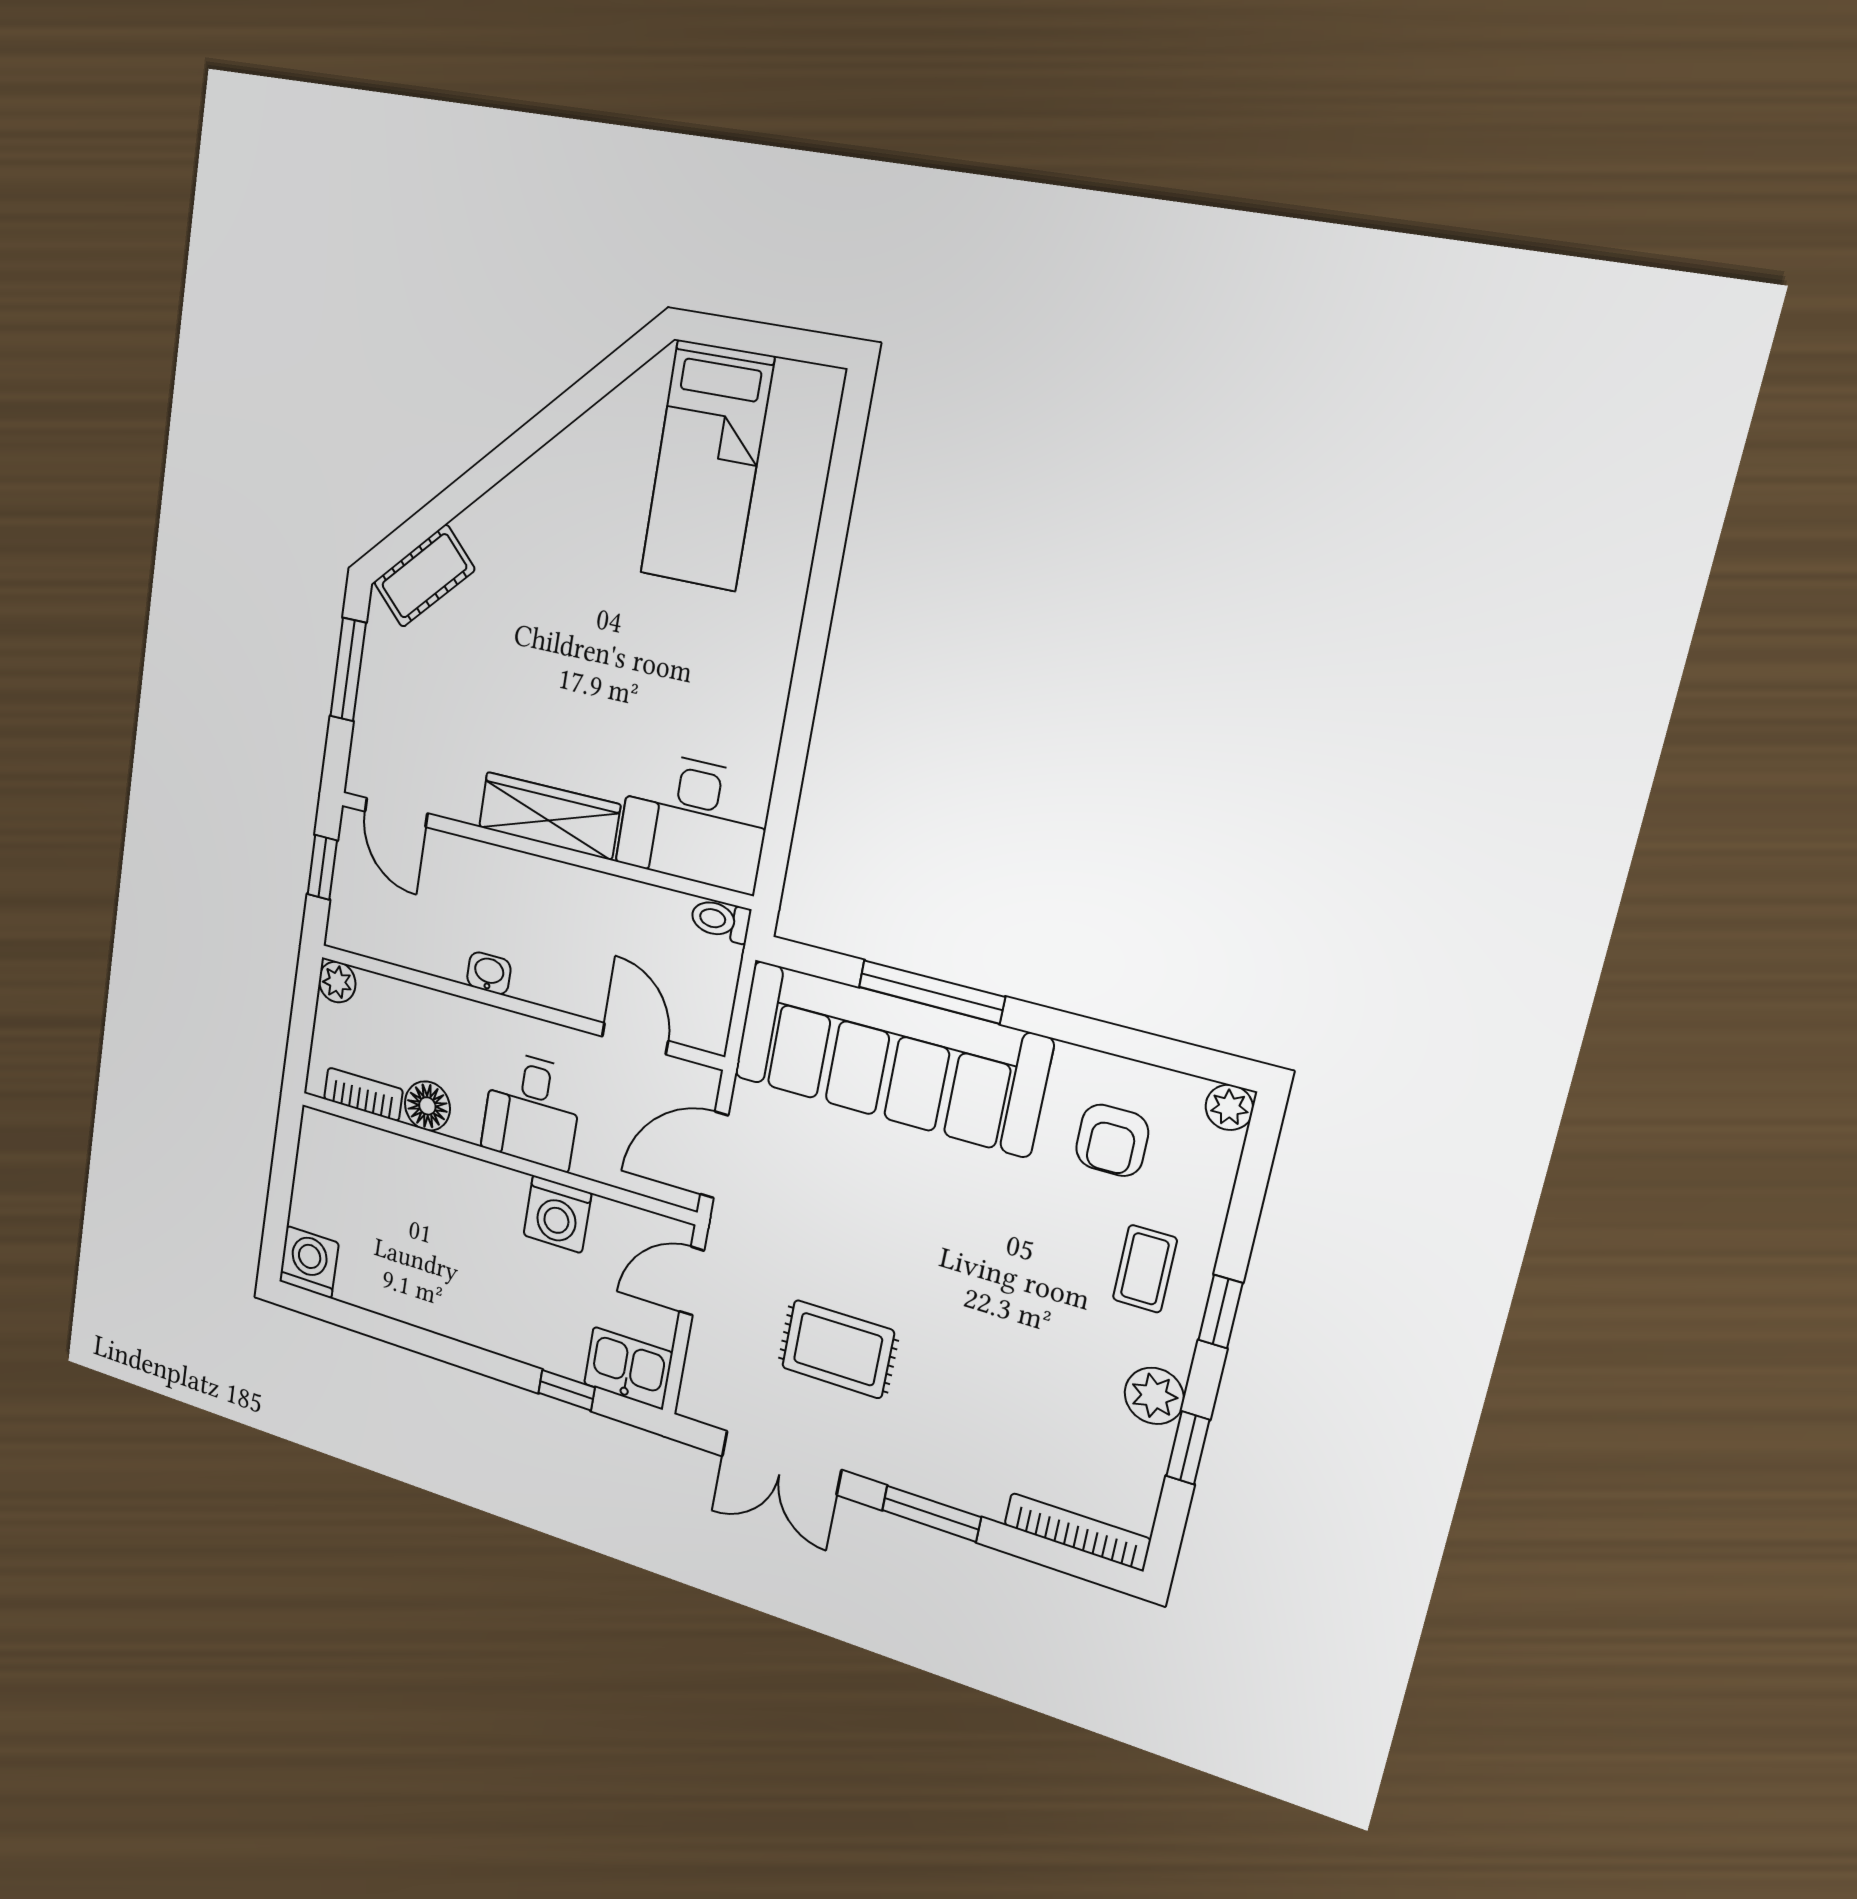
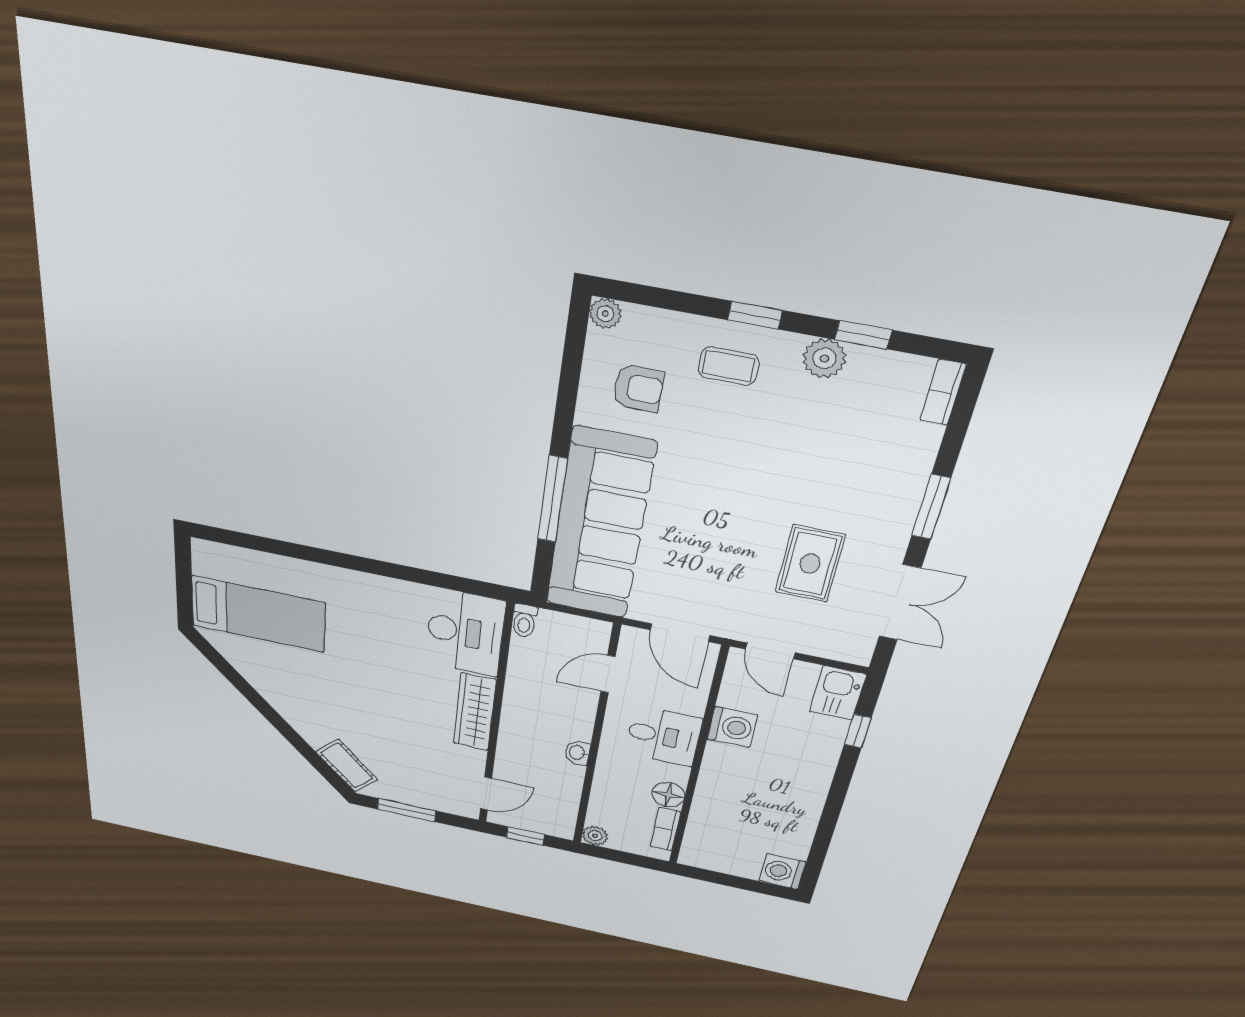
bookcase: (1077, 1532) -> (943, 392), width x0.64

